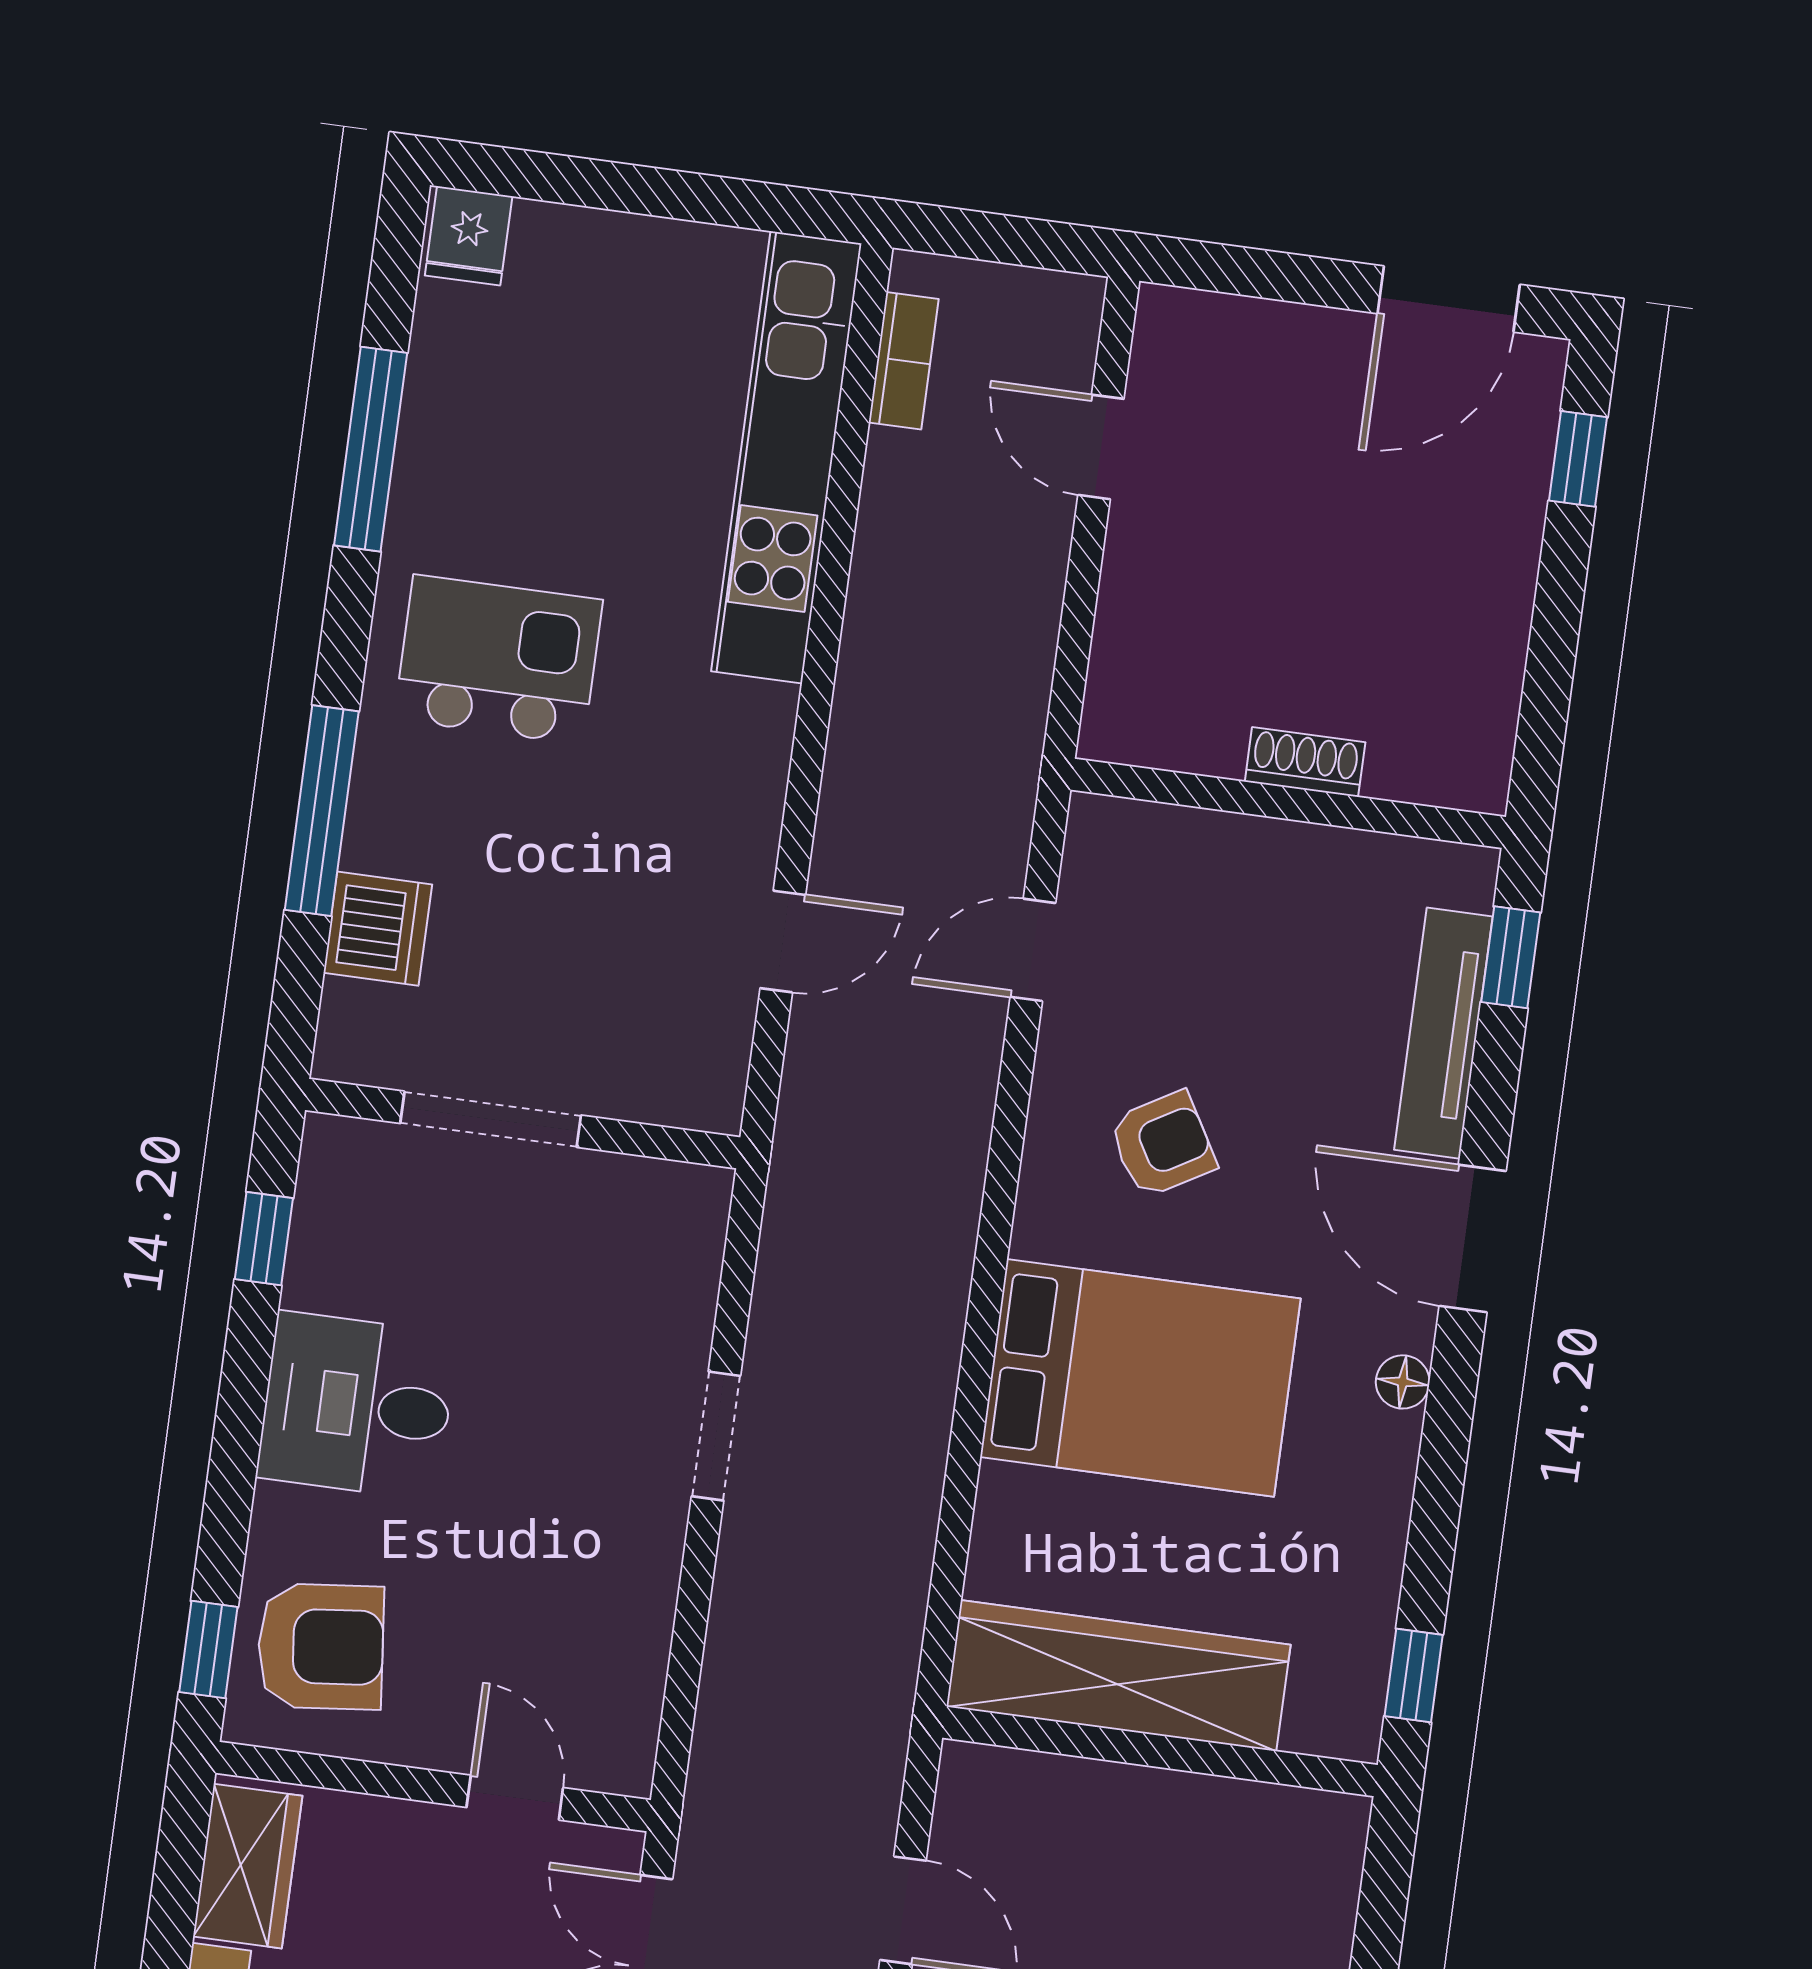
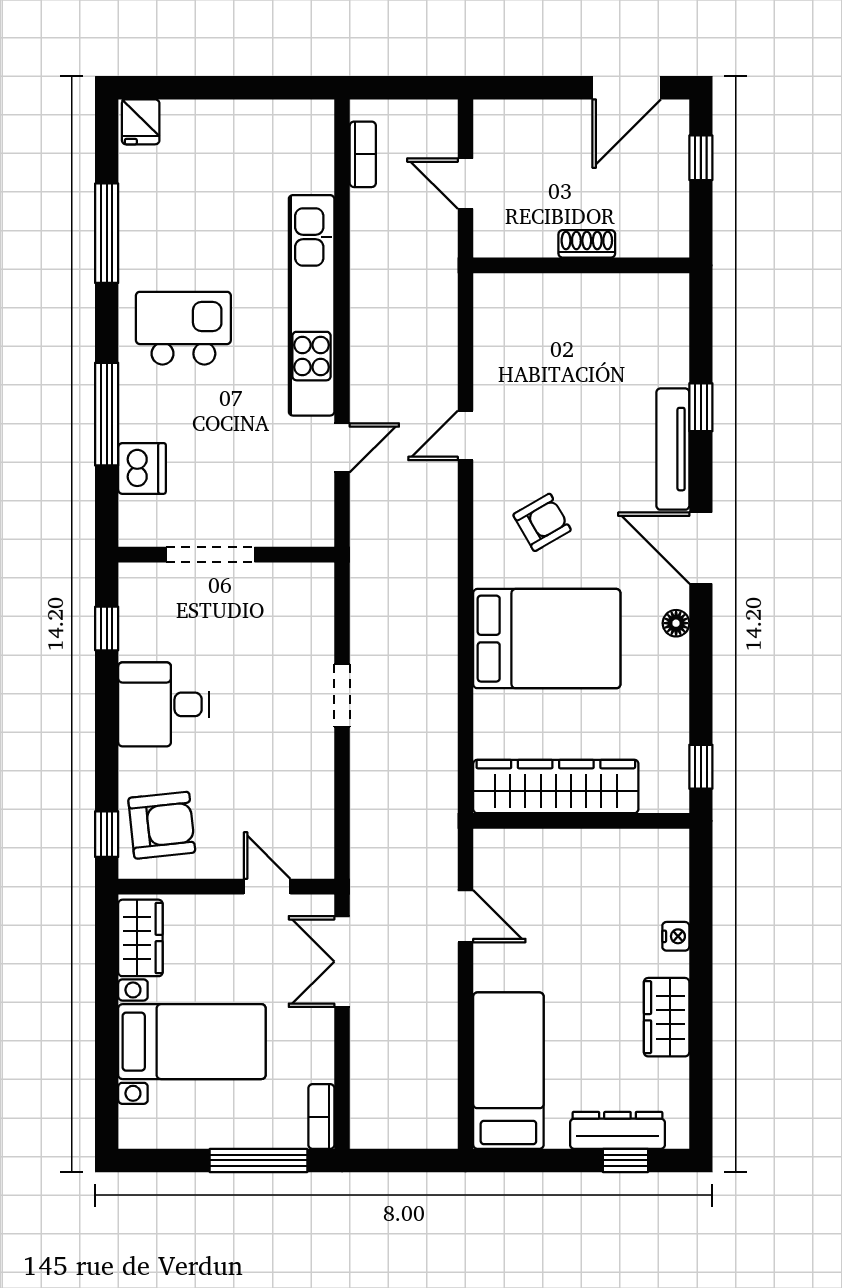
kitchen unit: (786, 457) -> (312, 305), moved
shoe rack: (1305, 762) -> (587, 244), moved
wall: (1288, 803) -> (581, 265), moved

